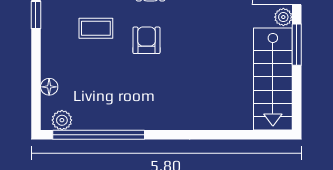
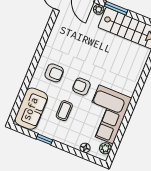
corner sofa: (117, 99) -> (106, 114), added
window: (99, 135) -> (121, 132), removed

